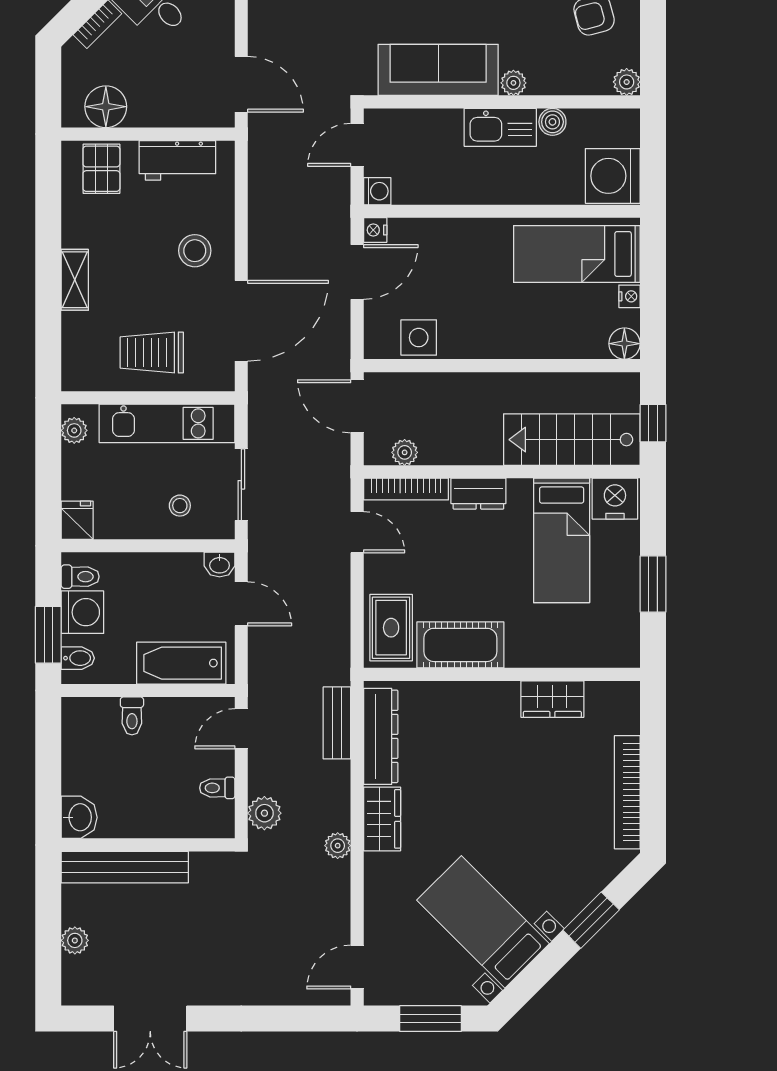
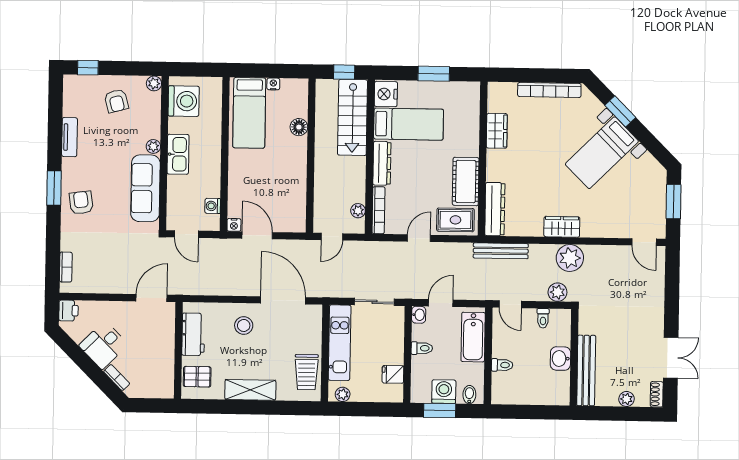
floor lamp: (106, 107) -> (163, 374), removed
boiler: (552, 122) -> (175, 125), removed
washing machine: (613, 176) -> (184, 101), moved, turned -90
washing machine: (377, 191) -> (213, 206), moved, turned -90
shelving: (75, 280) -> (250, 390), width x1.50, depth x1.33
side table: (419, 338) -> (294, 202), removed
floor lamp: (624, 344) -> (299, 127), moved
trolley: (152, 353) -> (307, 372), moved
door: (357, 406) -> (332, 237), width x0.73
dresser: (478, 494) -> (382, 163), width x1.44
stool: (180, 506) -> (385, 336), removed
fridge: (77, 520) -> (393, 374), moved
door: (357, 532) -> (419, 238), moved
toilet: (80, 577) -> (422, 348), moved, turned 90
window: (48, 635) -> (440, 410), moved
bench: (337, 723) -> (501, 251), width x1.36
dresser: (381, 736) -> (495, 209), moved, turned 90
washbasin: (79, 817) -> (560, 359), moved, turned -90
plant: (338, 846) -> (570, 258), width x1.87, depth x1.87
bed with nightstands: (483, 922) -> (602, 153), moved
shoe rack: (84, 995) -> (657, 394), added

